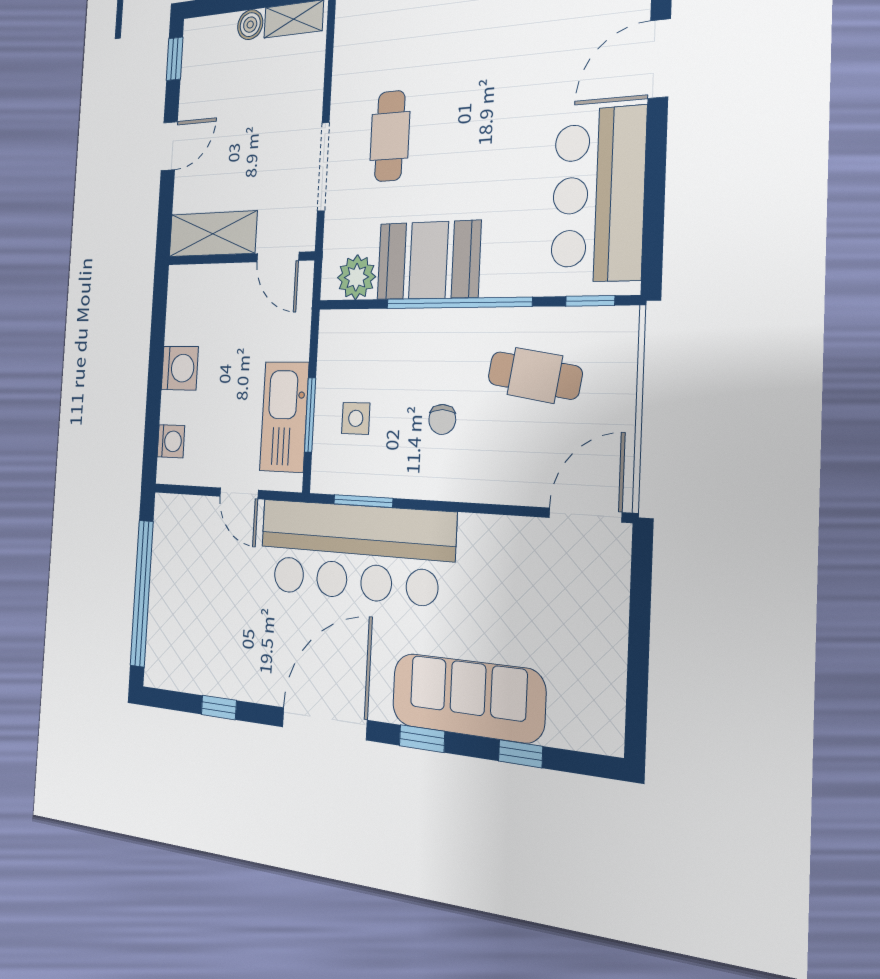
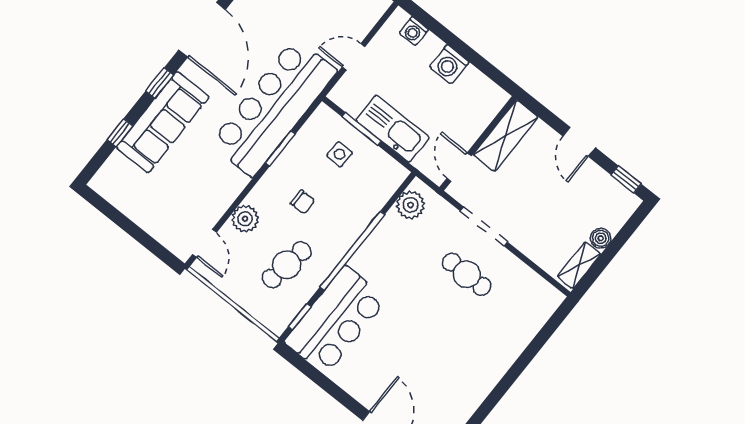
bar counter: (598, 194) -> (336, 320), moved, turned 90
door: (278, 257) -> (459, 167), hinge flipped
booth: (429, 260) -> (386, 250), removed
kitchen sink: (284, 417) -> (393, 129), moved
chair: (442, 419) -> (303, 202), turned 180
plant: (514, 482) -> (245, 219), added
window: (363, 501) -> (280, 148), moved
door: (585, 515) -> (205, 243), width x0.73

